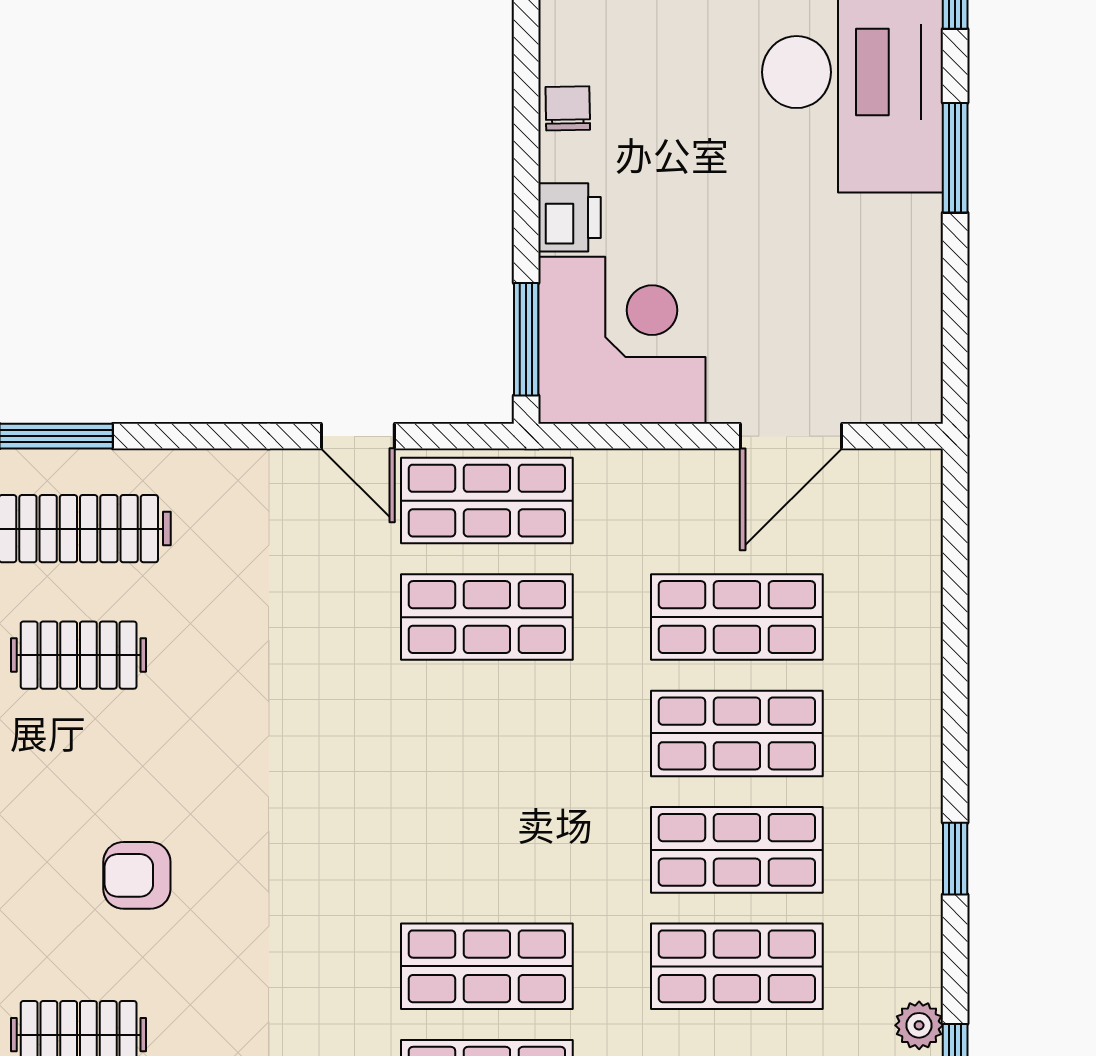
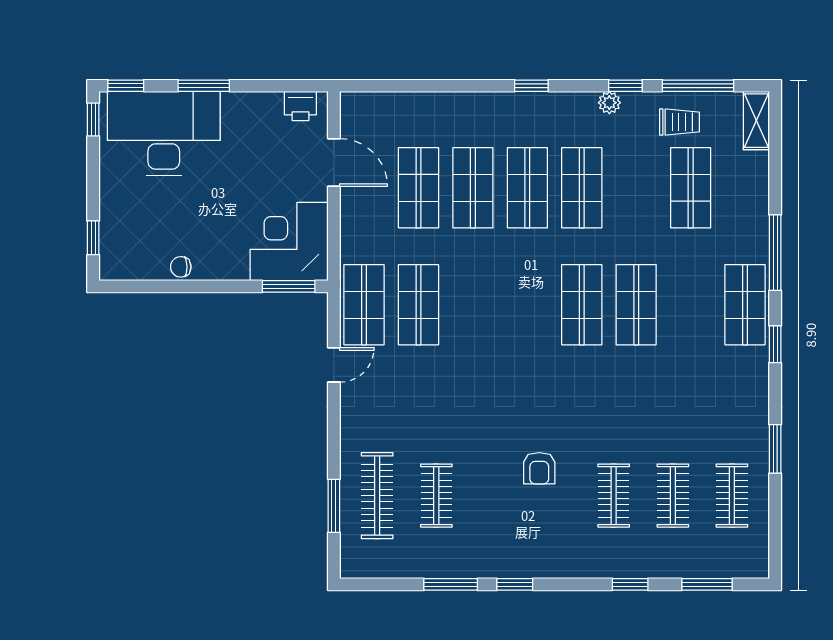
printer: (570, 217) -> (300, 106), moved, turned 180

